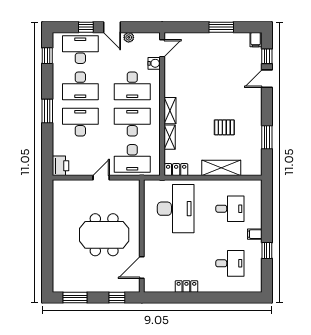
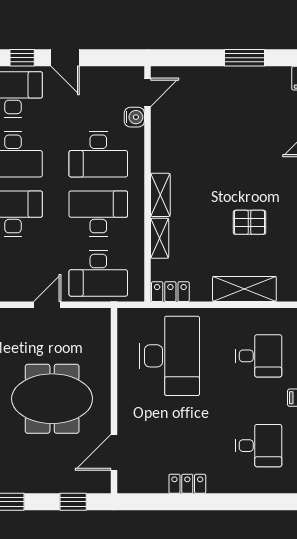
plant: (129, 37) -> (93, 75), removed

